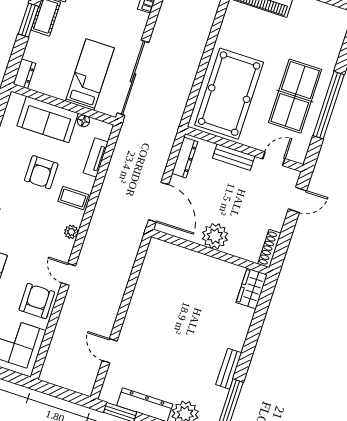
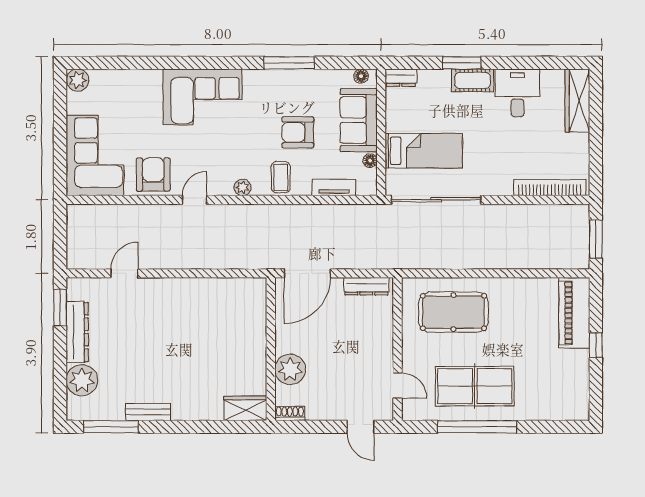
pool table: (229, 94) -> (453, 312), width x0.73, depth x0.76
floor lamp: (12, 106) -> (361, 76), added
bench: (234, 157) -> (385, 340), removed
plant: (215, 236) -> (290, 369), moved
shoe rack: (269, 249) -> (290, 413), width x0.70
armchair: (37, 301) -> (153, 174), turned -90

